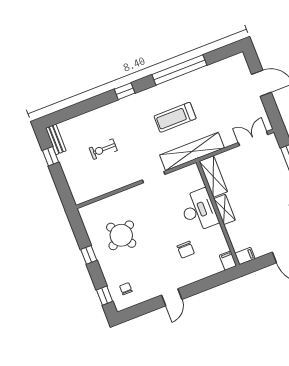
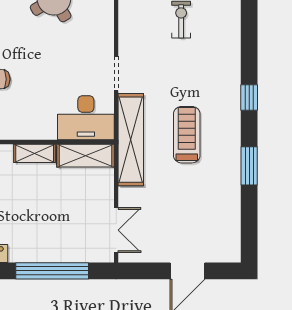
window: (179, 70) -> (249, 166), width x0.47
window: (125, 91) -> (249, 97), moved
desk: (199, 210) -> (86, 118), moved

